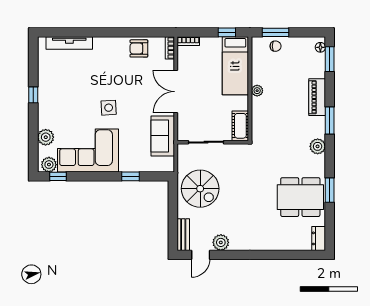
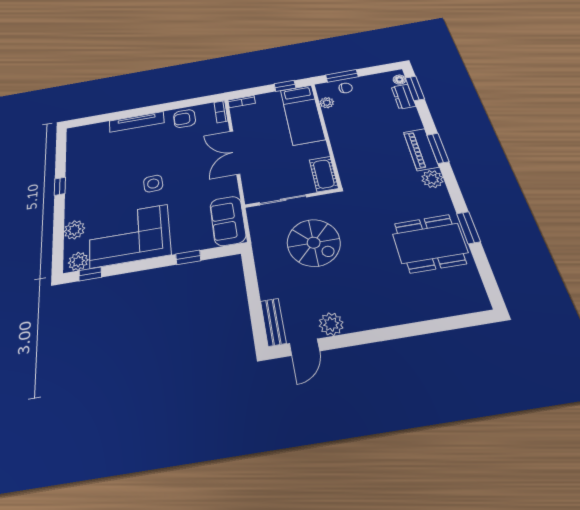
tv unit: (69, 43) -> (137, 122), moved
plant: (257, 91) -> (327, 103), moved
piano: (317, 97) -> (421, 149), moved
sofa: (163, 136) -> (228, 221), moved
spiral stairs: (200, 189) -> (314, 243), moved
dresser: (319, 238) -> (404, 97), moved

